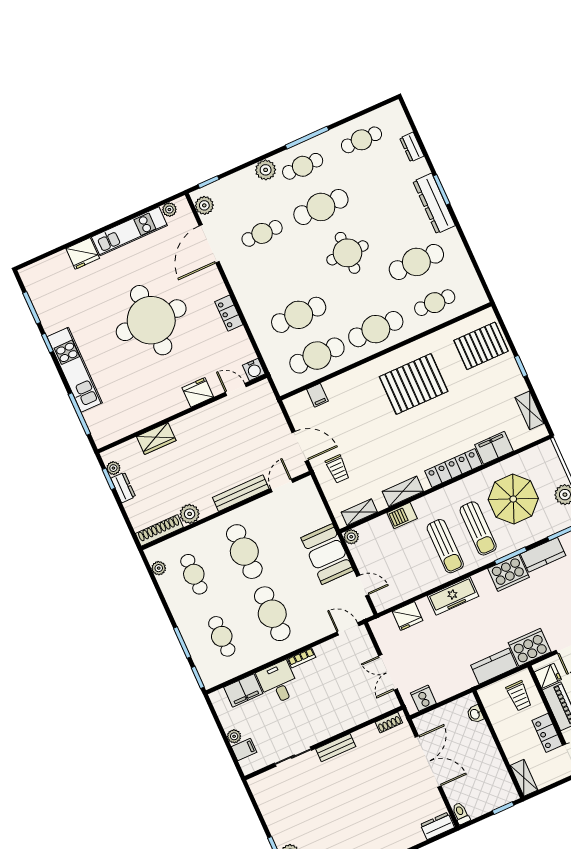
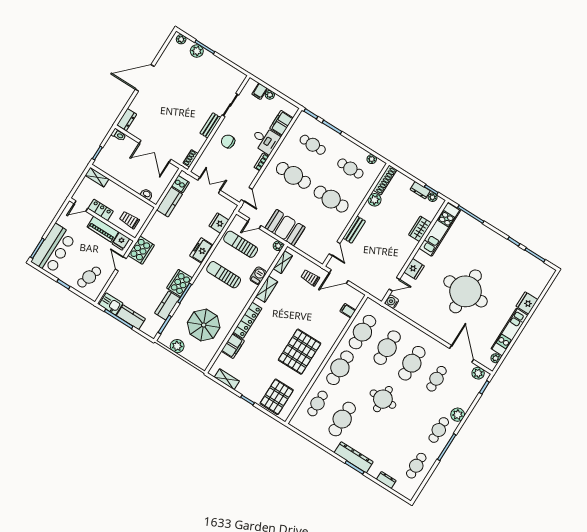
cafe table: (321, 207) -> (412, 363), moved
locker: (229, 313) -> (426, 323), removed
kitchen unit: (75, 370) -> (440, 229), moved, turned -90
bench: (241, 493) -> (354, 230), width x0.73
sun lounger: (478, 528) -> (241, 244), moved
freezer: (453, 596) -> (201, 250), width x0.71
door: (348, 629) -> (247, 194), hinge flipped
kitchen counter: (494, 666) -> (170, 202), moved
chair: (327, 712) -> (228, 141), added

